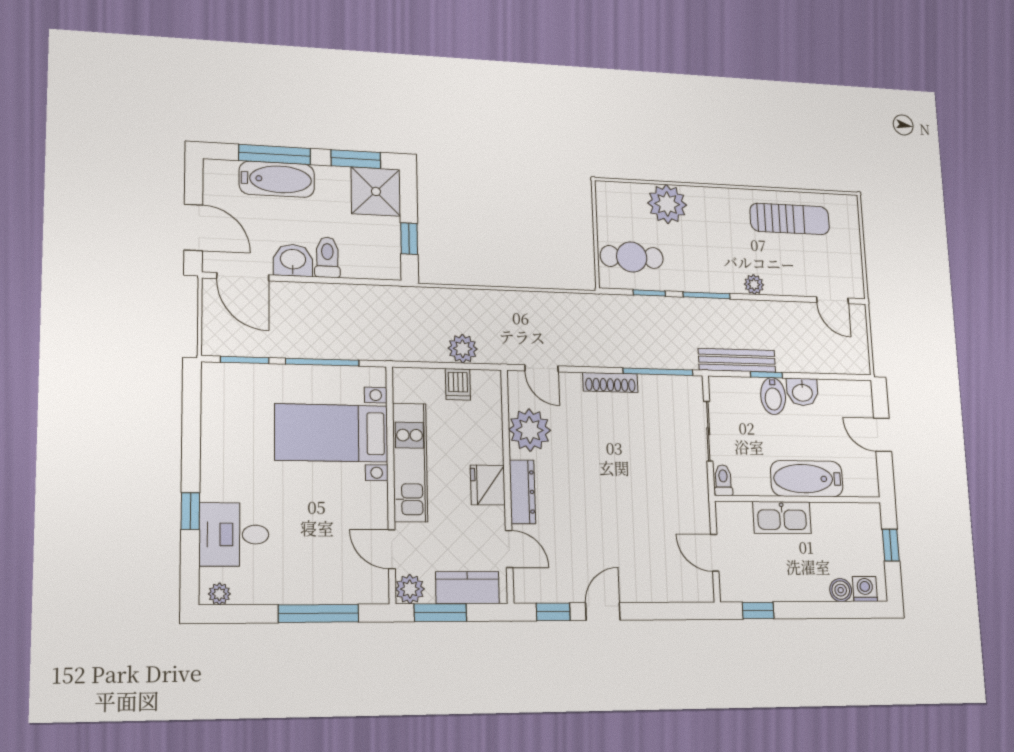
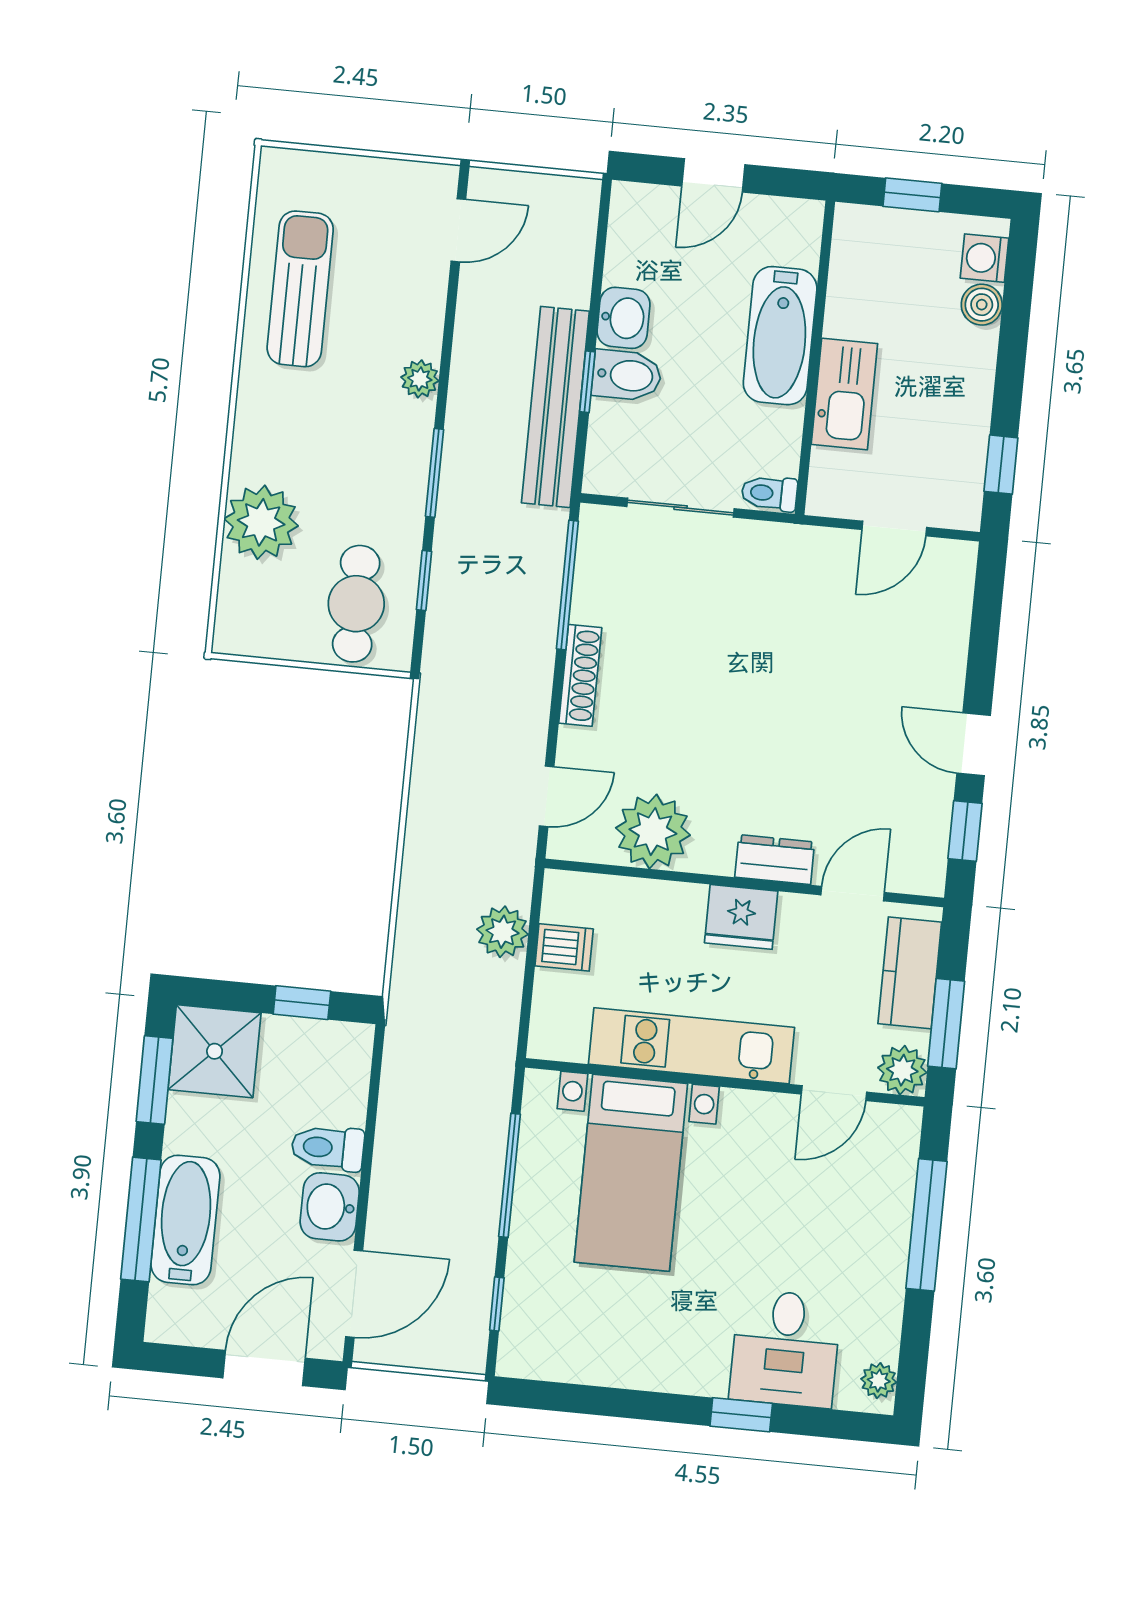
window: (245, 360) -> (497, 1304), width x0.67
bench: (737, 360) -> (555, 407), width x1.37, depth x1.21
dresser: (522, 492) -> (775, 860), width x0.70

